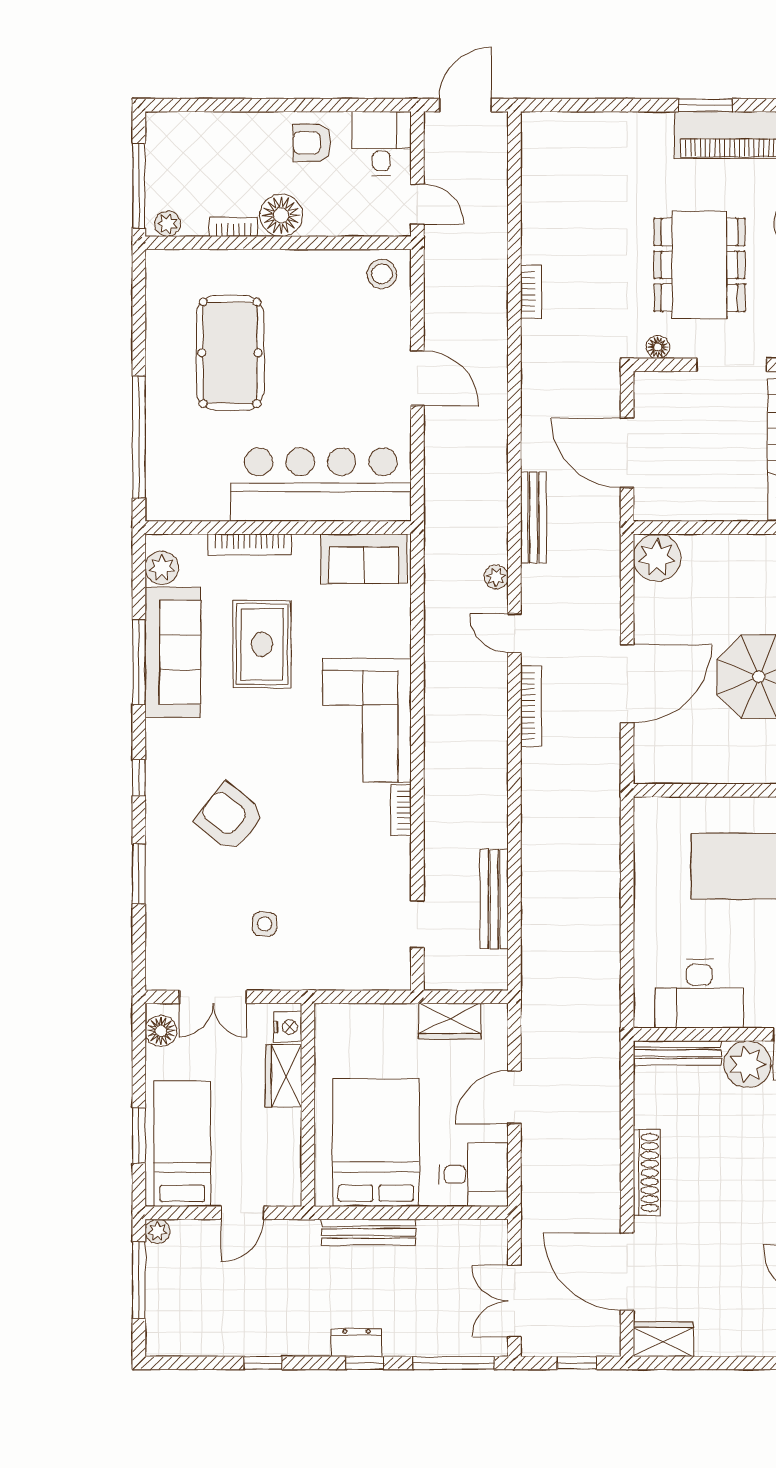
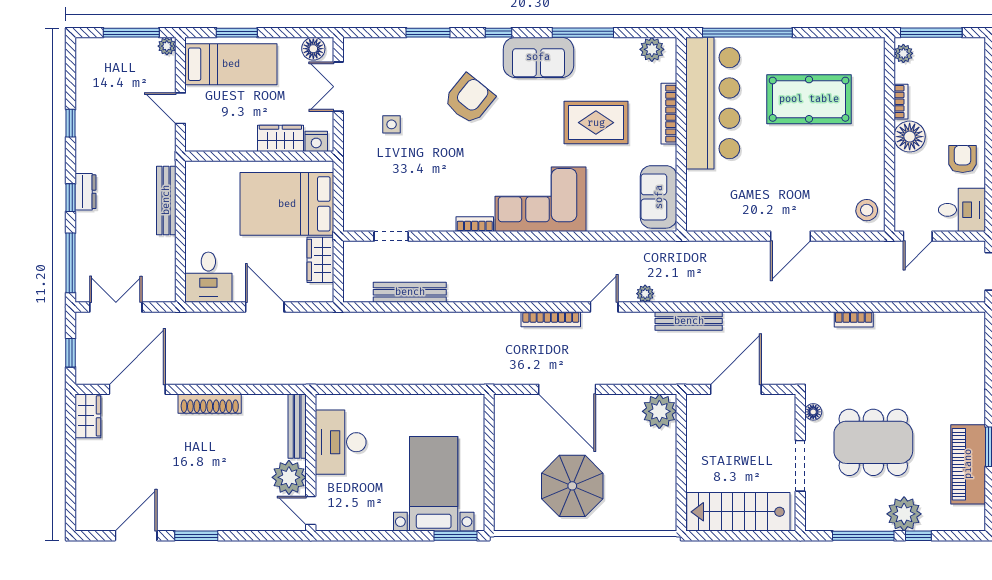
bar counter: (321, 485) -> (713, 103), moved
sofa: (173, 652) -> (538, 57), moved, width x0.73
bed: (376, 1143) -> (287, 204), moved, turned 180

